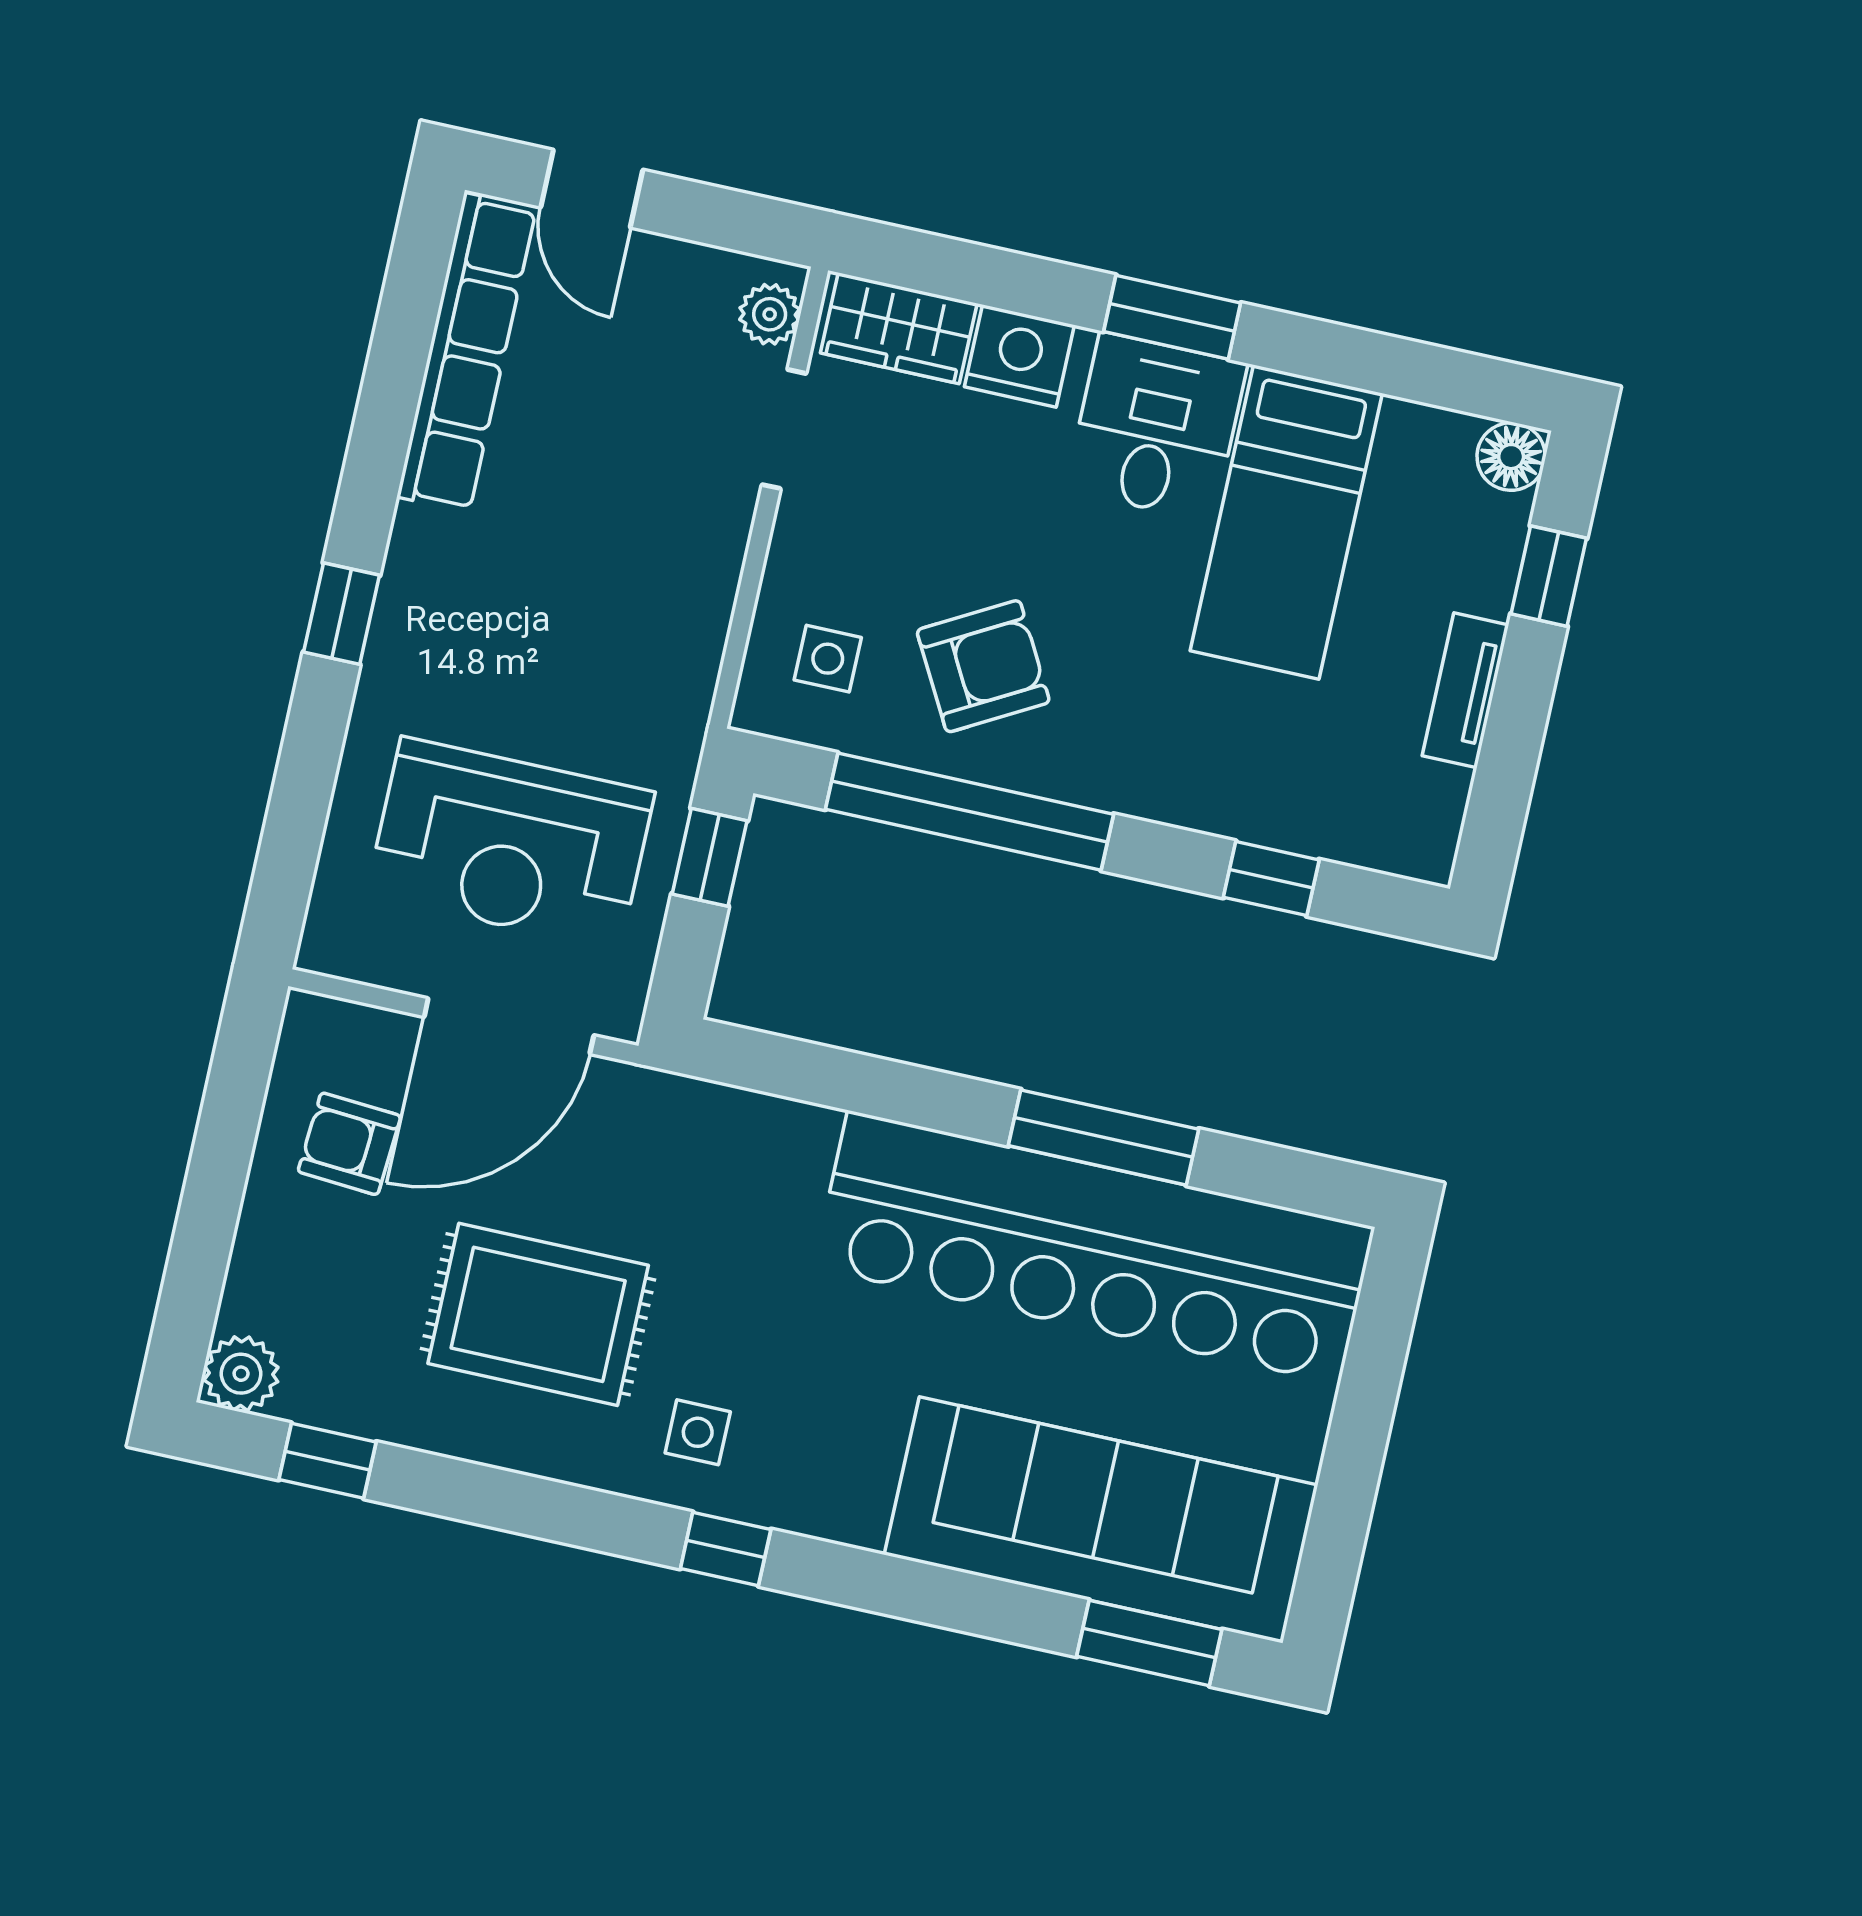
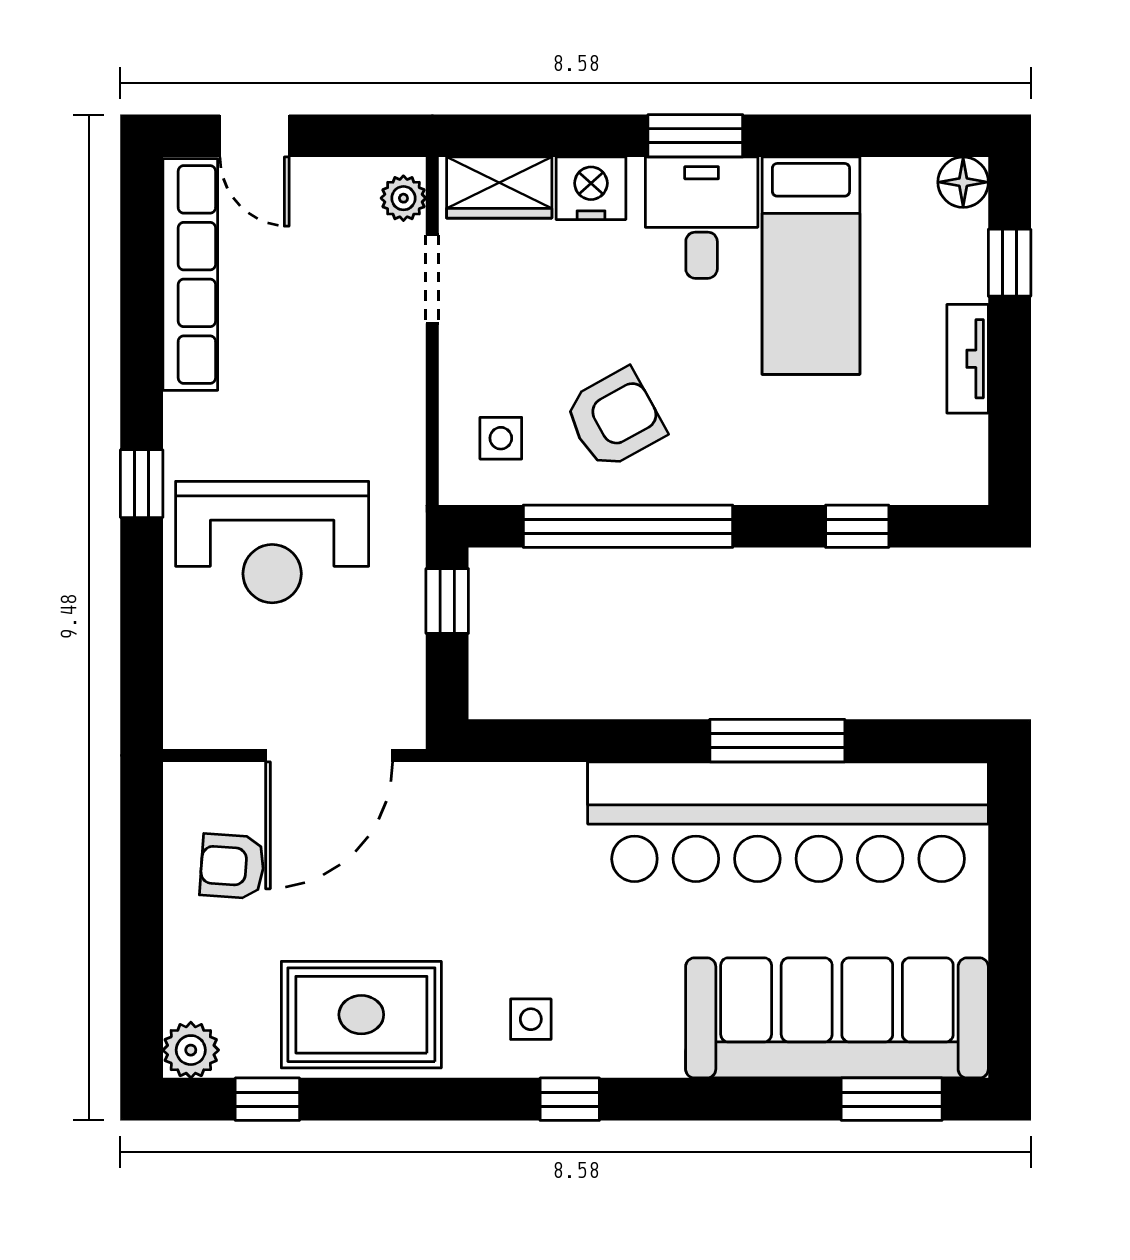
reception desk: (510, 844) -> (272, 542), moved
rug: (538, 1314) -> (361, 1015), moved

